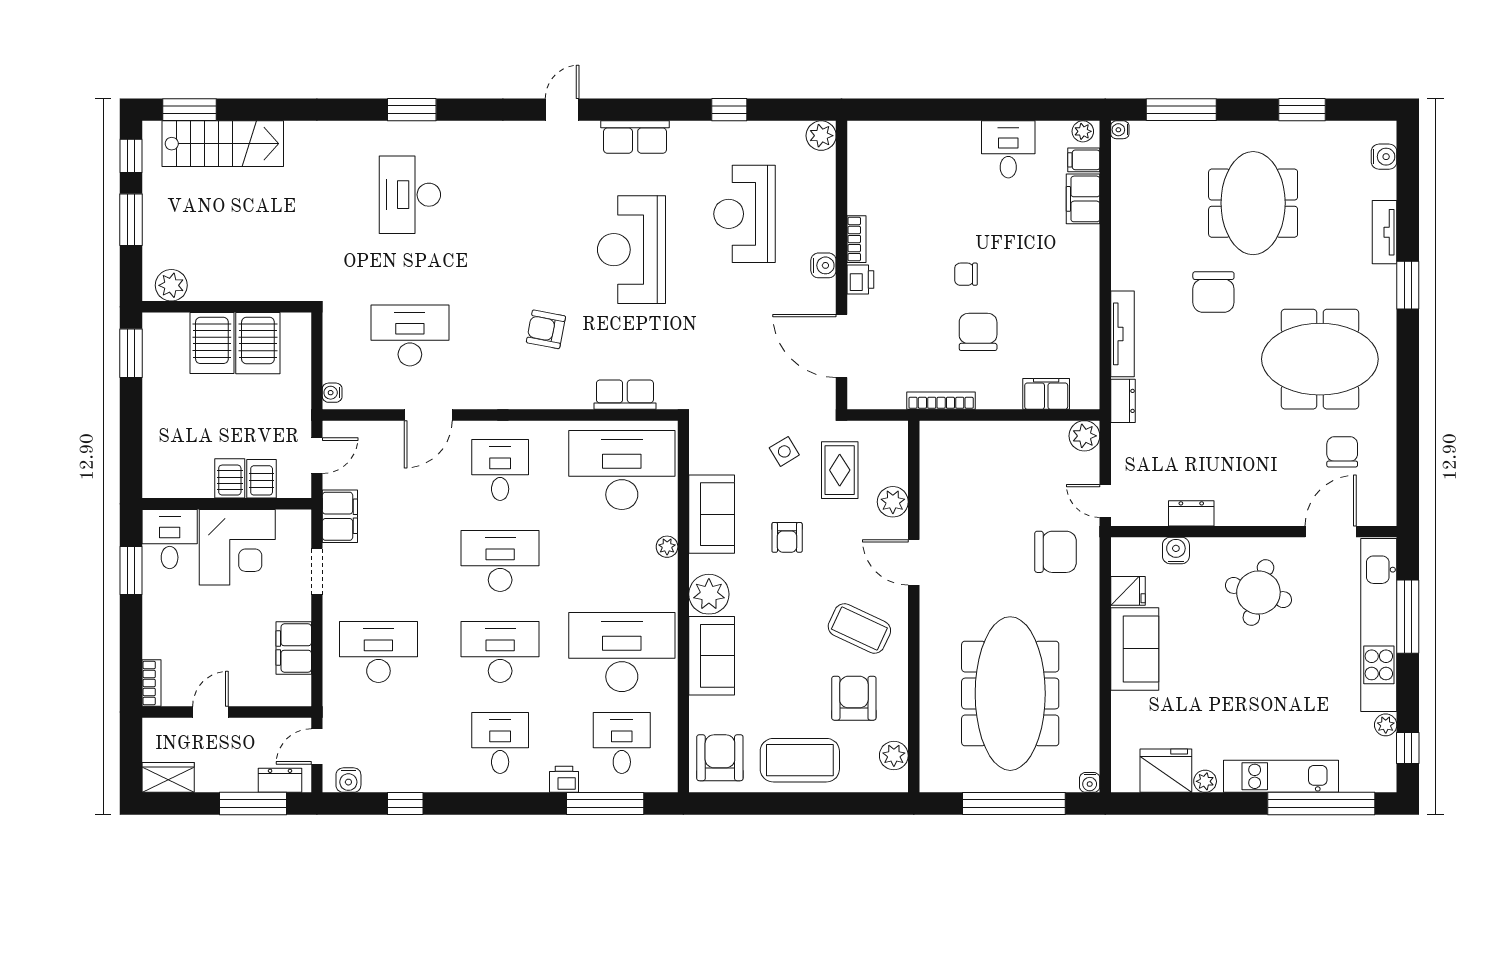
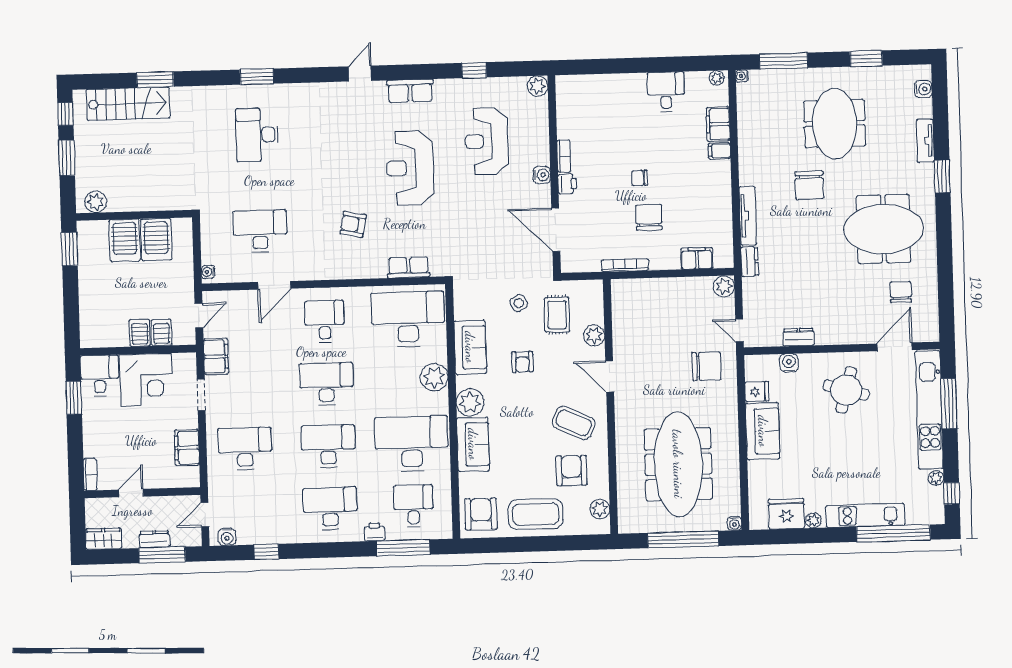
window: (190, 110) -> (155, 80), moved
filing cabinet: (1084, 160) -> (719, 151), moved
plant: (667, 547) -> (434, 377), width x1.87, depth x1.87
desk: (500, 743) -> (330, 508), width x1.37
dresser: (280, 780) -> (154, 539), moved

